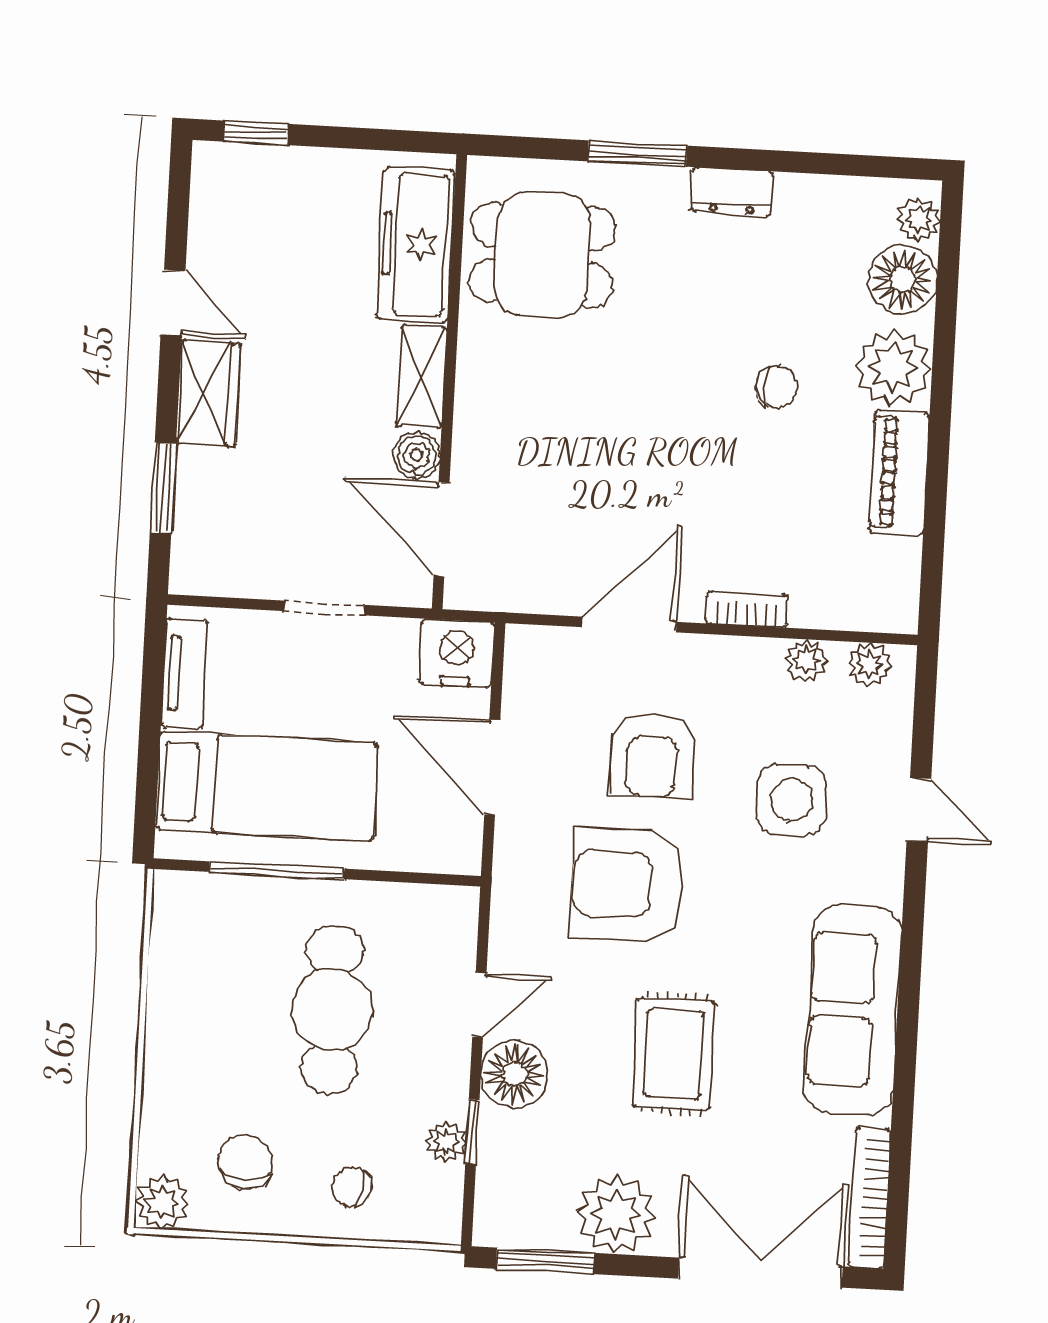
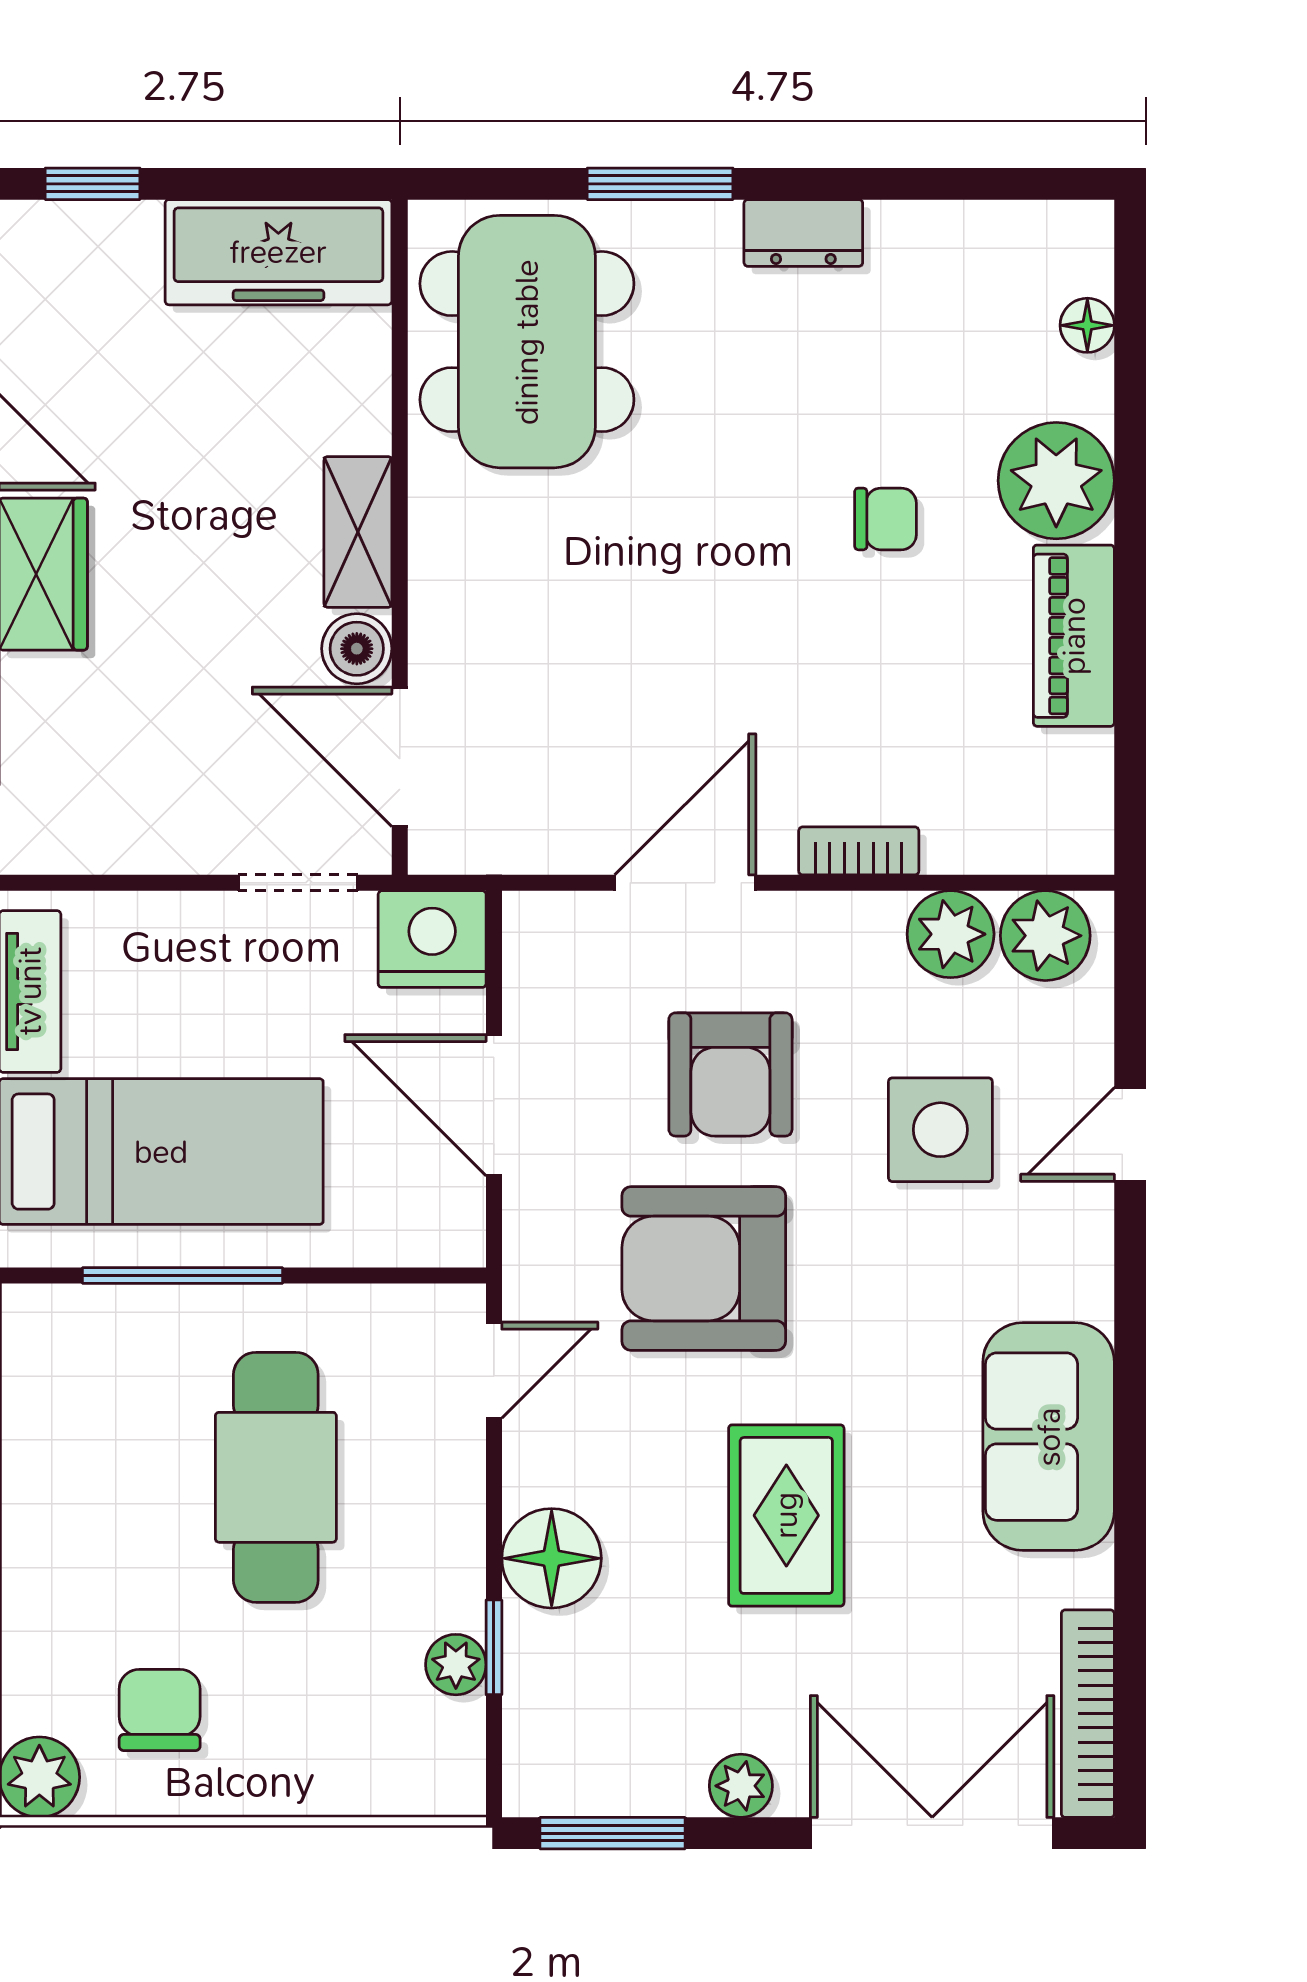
plant: (918, 220) -> (1082, 260), removed
freezer: (416, 245) -> (278, 252), moved, turned -90
dining table: (542, 255) -> (527, 342), width x1.38
floor lamp: (903, 279) -> (1087, 325), width x0.53, depth x0.53
doorway: (325, 608) -> (298, 883), moved
plant: (806, 661) -> (951, 934), width x1.38, depth x1.38
plant: (870, 665) -> (1045, 936), width x1.38, depth x1.38
door: (919, 810) -> (1130, 1134), swing flipped
door: (479, 1005) -> (494, 1370), moved
sofa: (853, 1010) -> (1049, 1437), width x0.73
chair: (351, 1187) -> (319, 1740), removed
plant: (616, 1214) -> (741, 1786), width x0.53, depth x0.53

